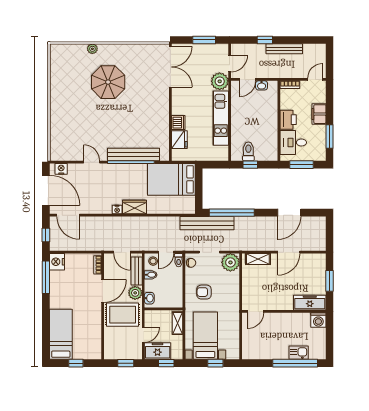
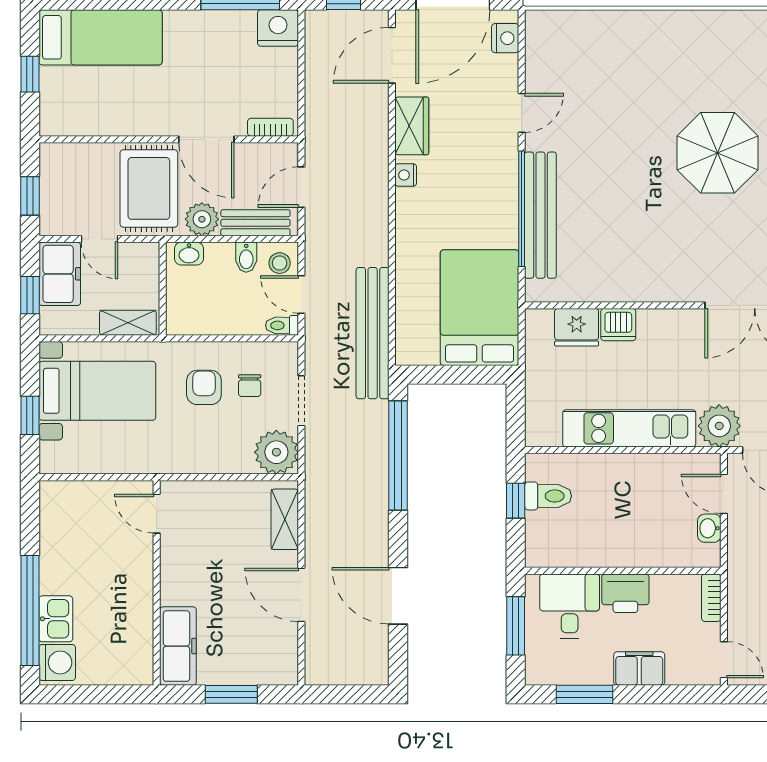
wardrobe: (135, 207) -> (412, 126), moved
bench: (207, 223) -> (373, 333), moved
chair: (191, 263) -> (250, 386), moved
washing machine: (318, 320) -> (57, 662), moved, turned 180

